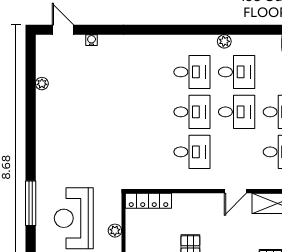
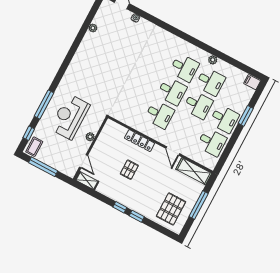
door: (235, 191) -> (173, 151), hinge flipped
locker: (148, 201) -> (140, 141), moved
window: (31, 203) -> (44, 104), moved

